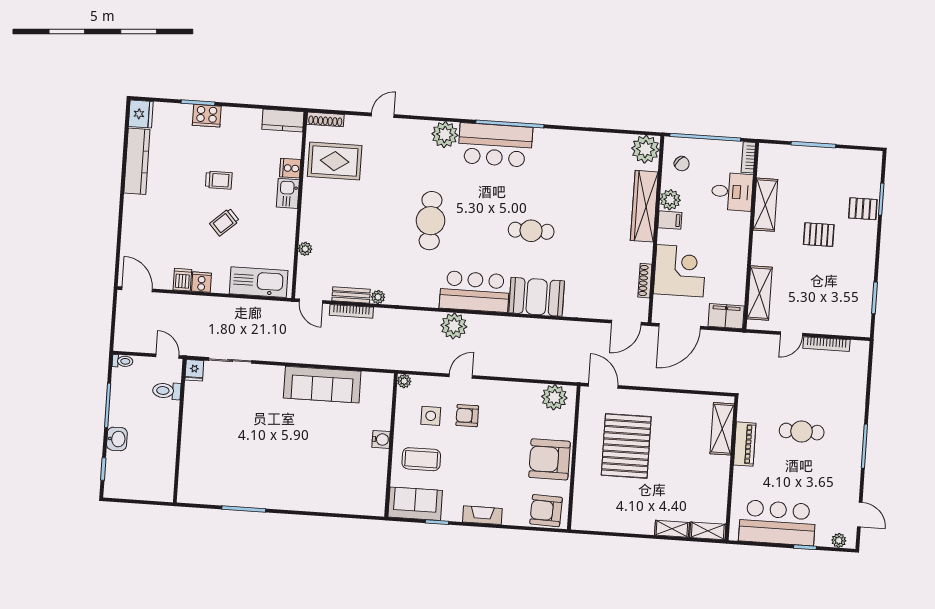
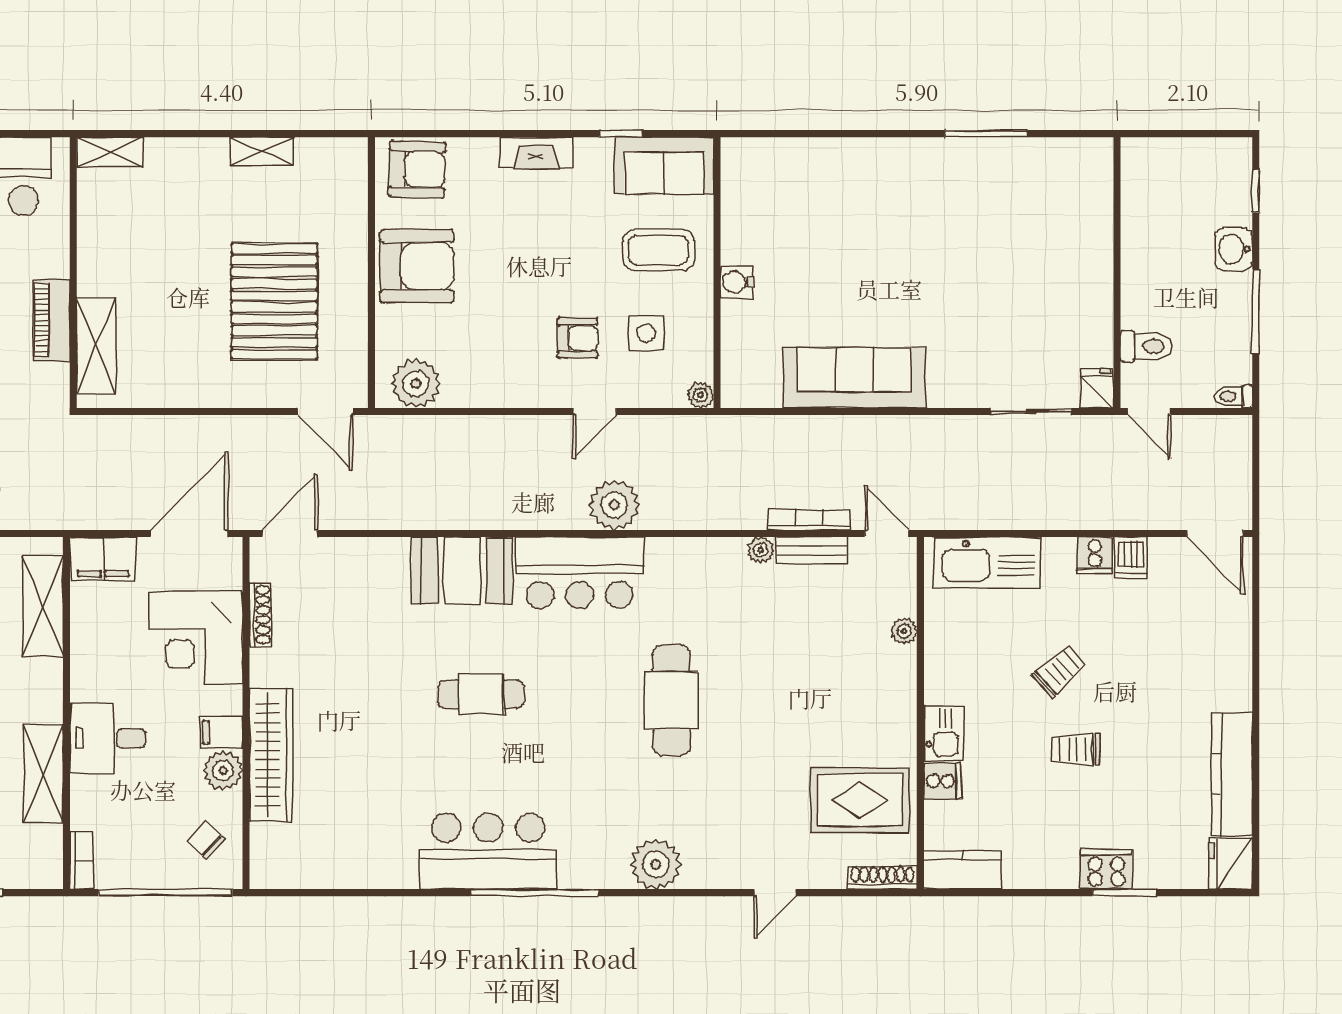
bar counter: (495, 145) -> (488, 851), moved
plant: (645, 149) -> (276, 863), removed
desk: (732, 192) -> (108, 738), moved
shelving: (672, 529) -> (262, 151), moved

